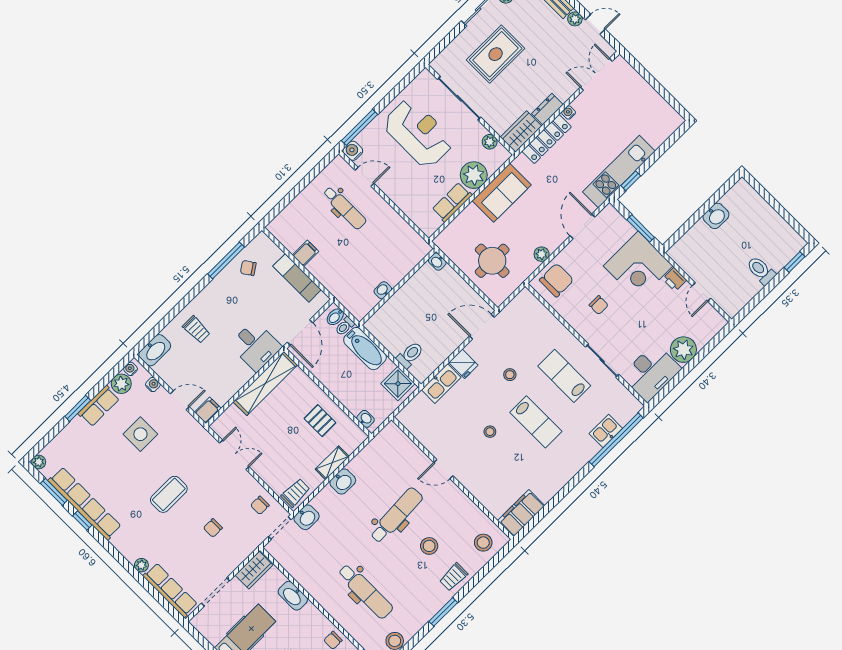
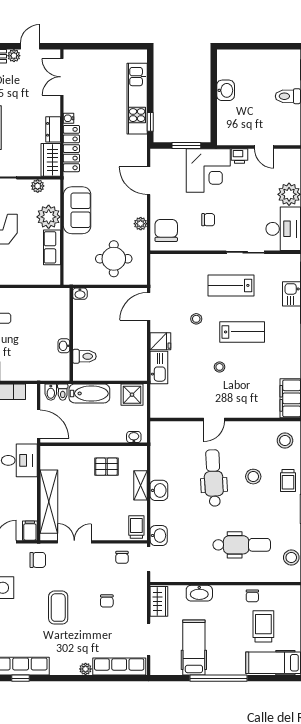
kitchen unit: (619, 172) -> (137, 99), moved
toilet: (410, 355) -> (84, 356), moved, turned 90
shelving: (265, 383) -> (49, 502), moved
chair: (191, 440) -> (38, 560), added

